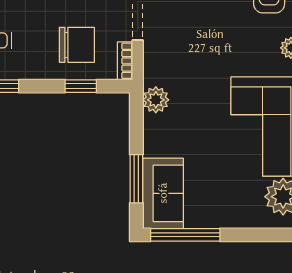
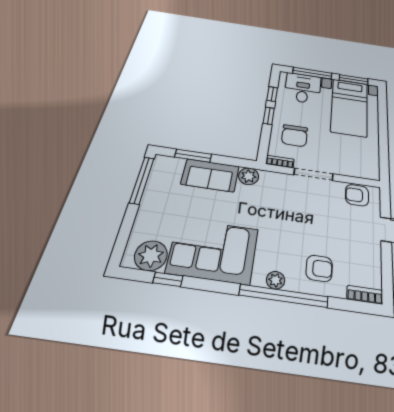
window: (81, 86) -> (269, 116), moved
sofa: (163, 193) -> (210, 175), moved

